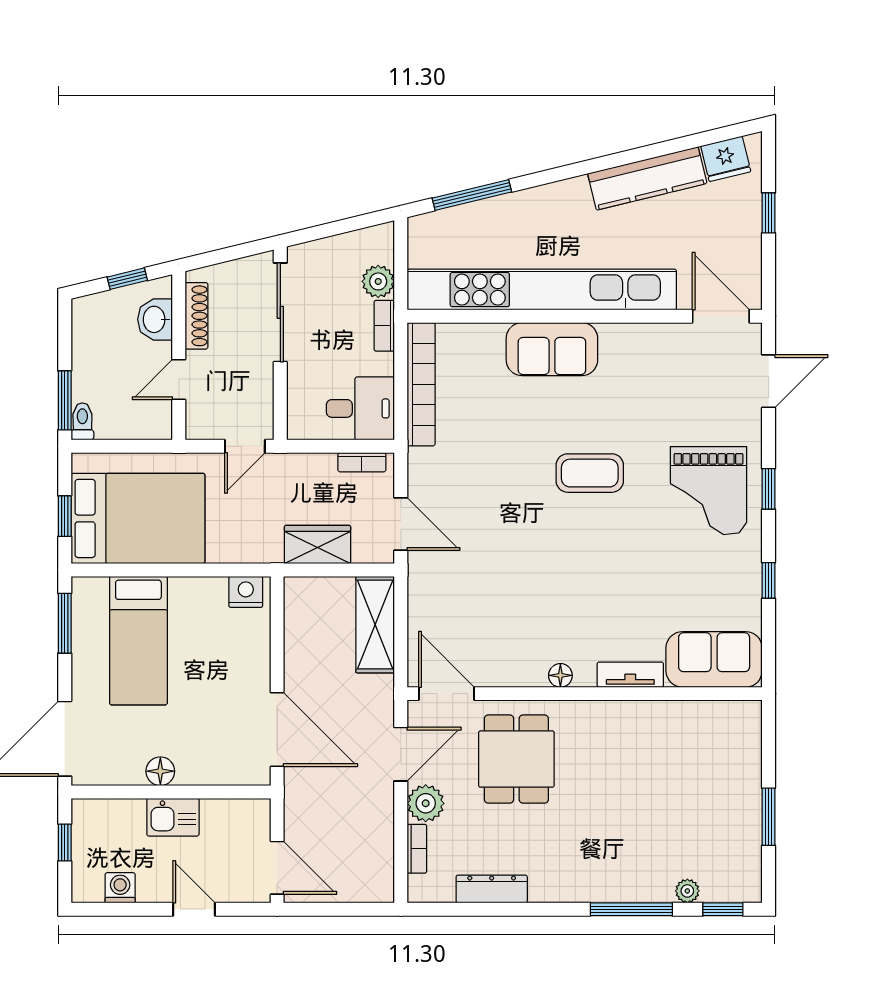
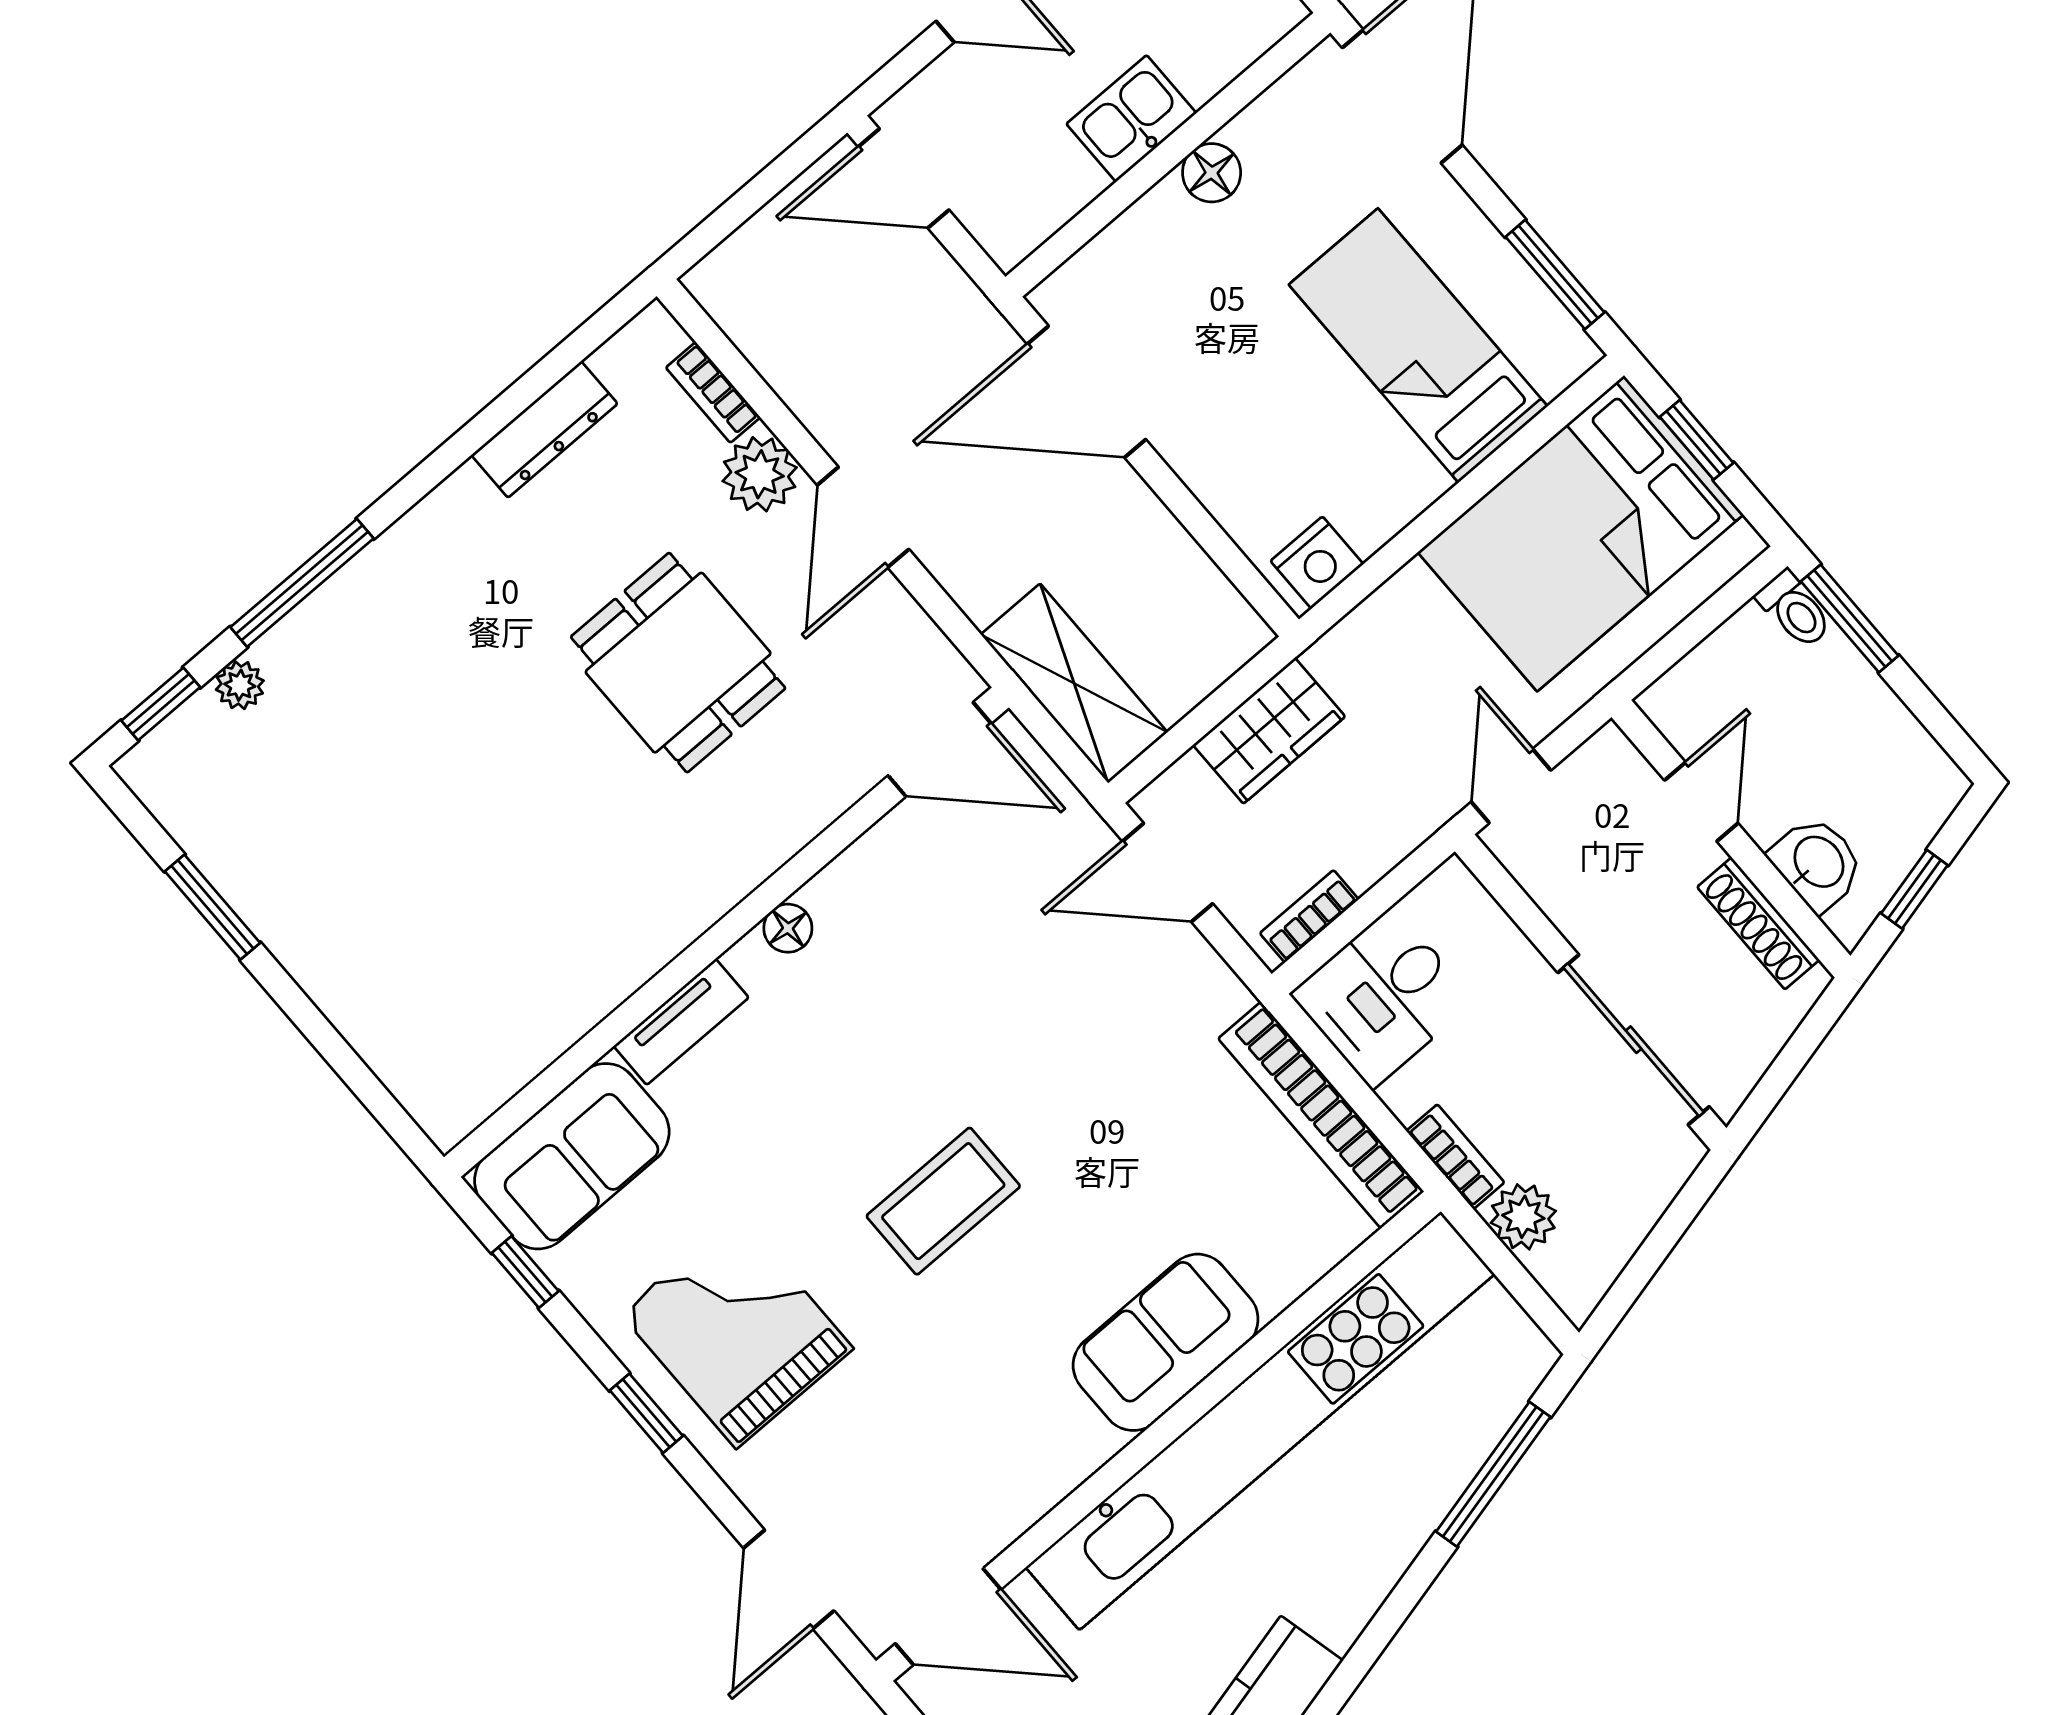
sofa: (714, 659) -> (572, 1156), moved
floor lamp: (560, 675) -> (788, 928), moved
tv unit: (630, 675) -> (681, 1022), moved
door: (447, 694) -> (940, 749), moved
wall: (585, 694) -> (726, 932), moved

